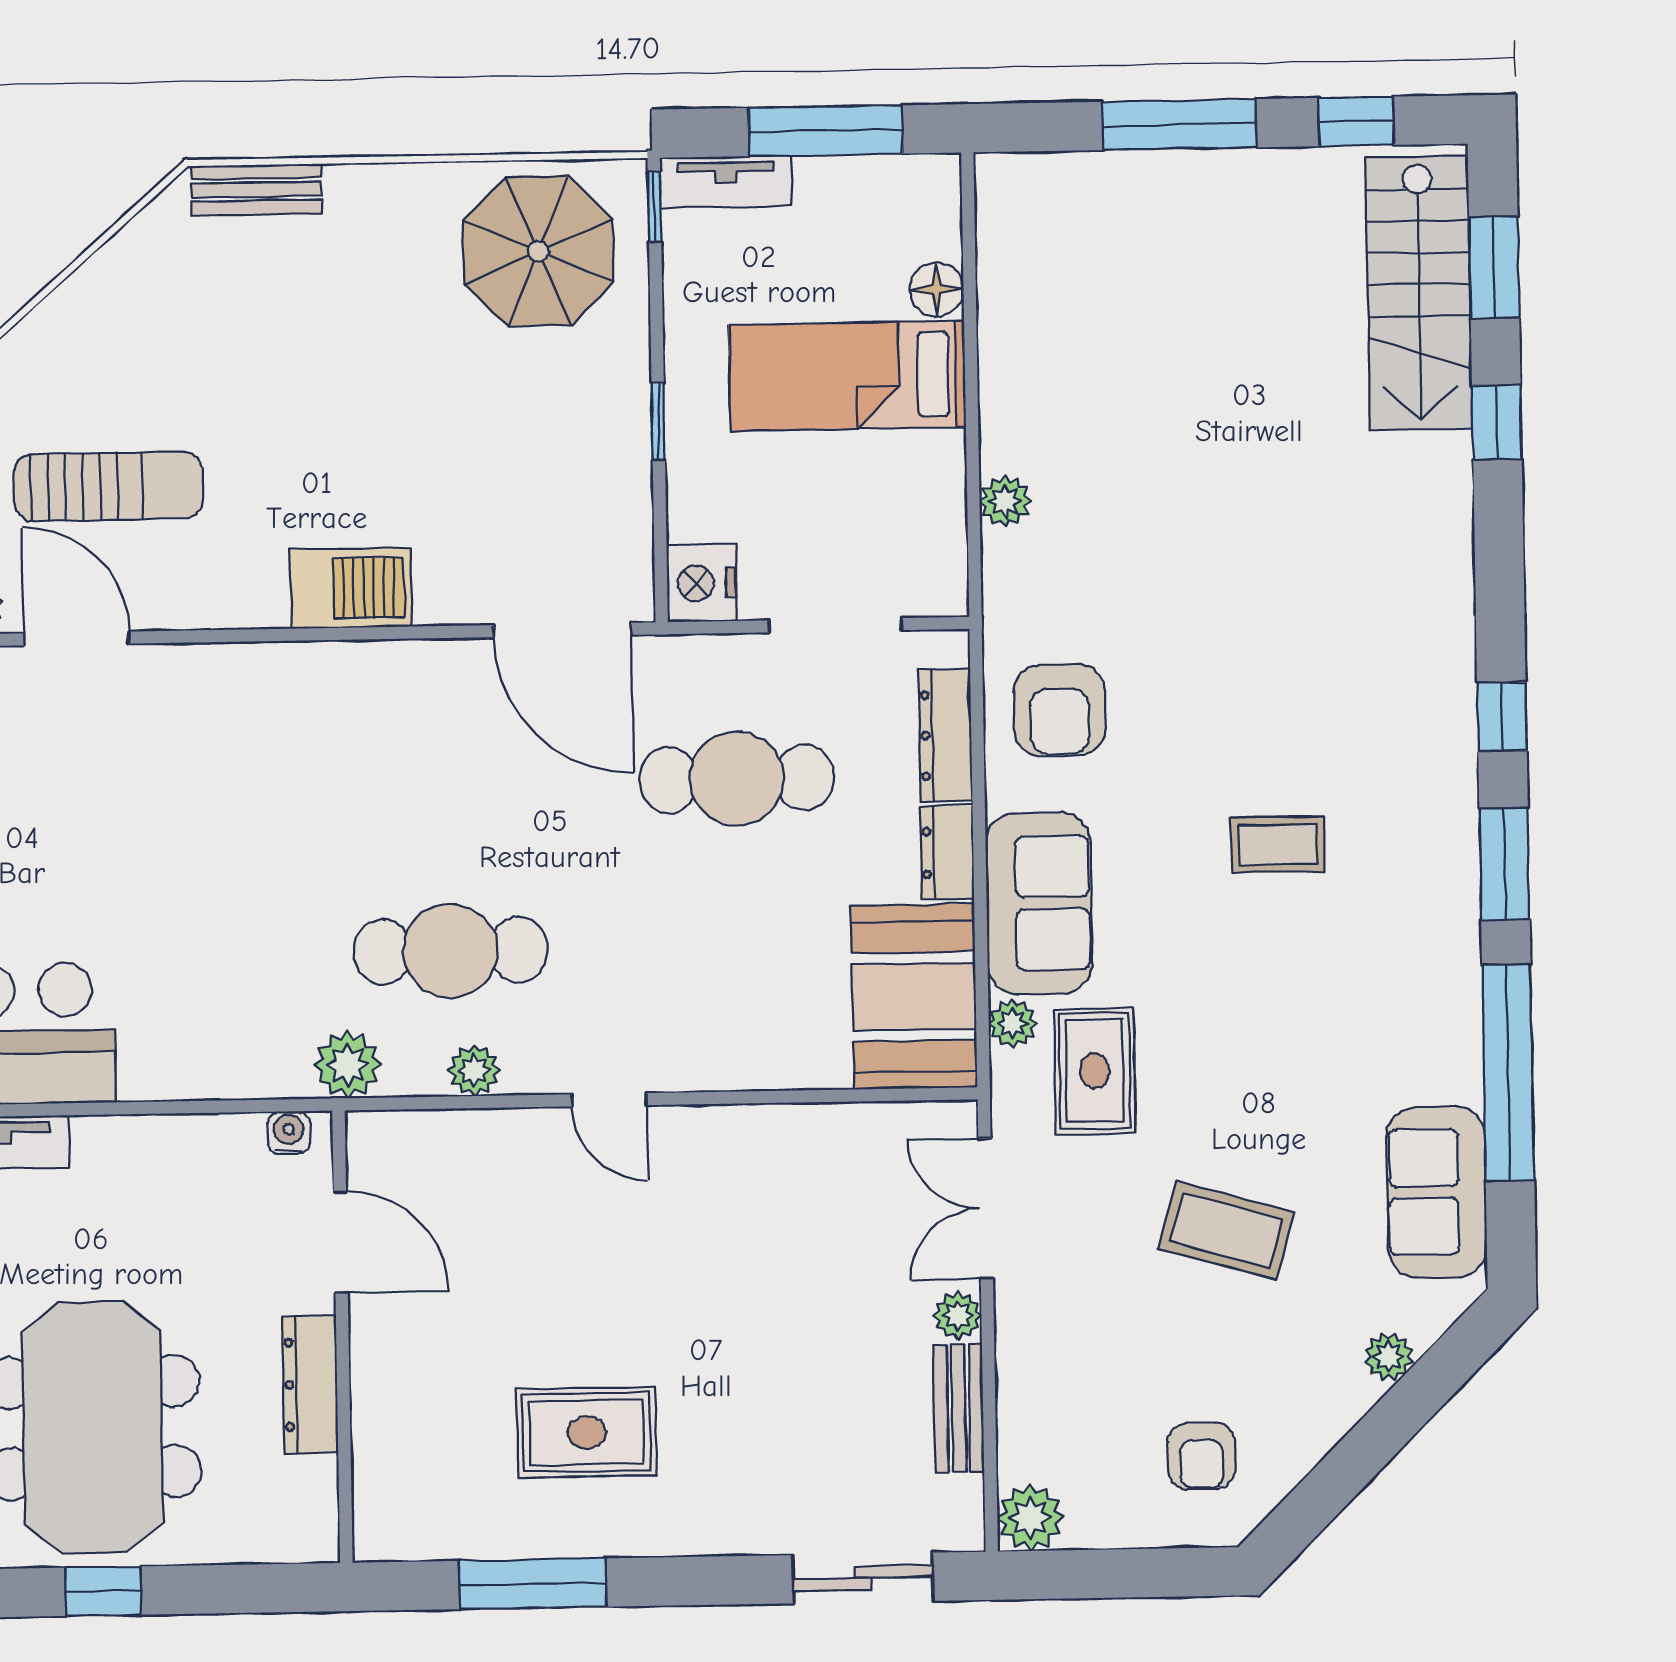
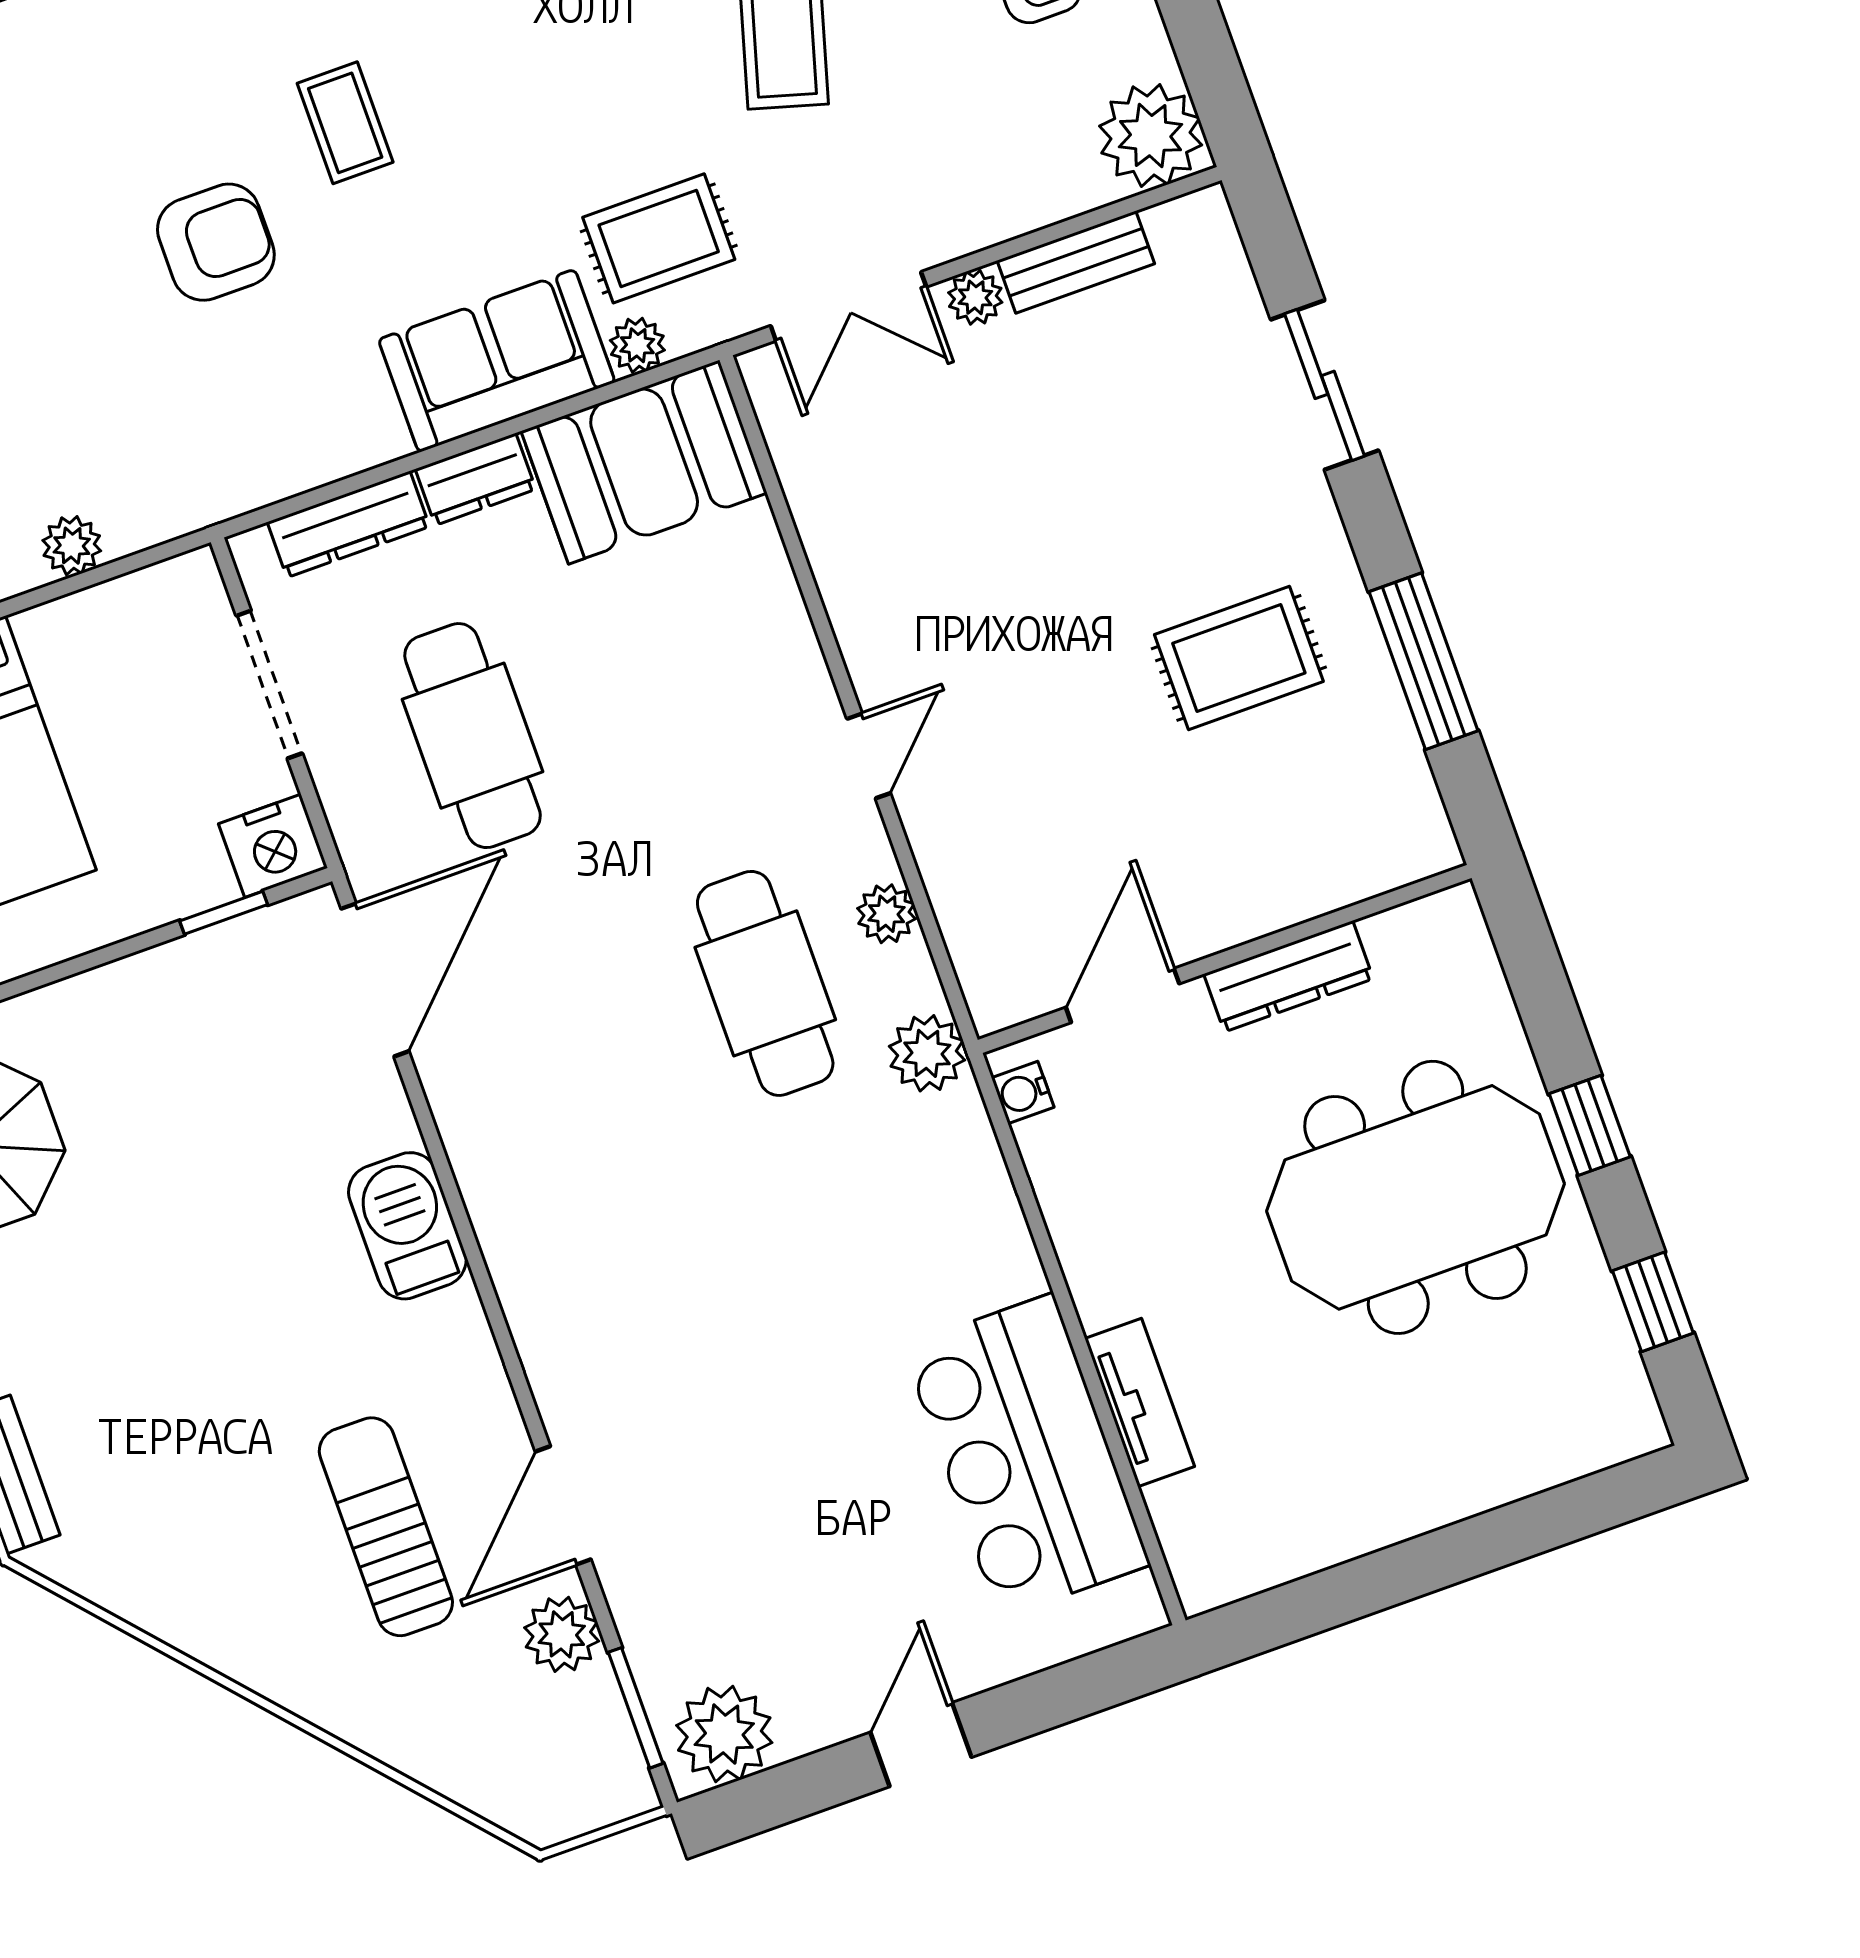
window: (658, 422) -> (224, 913), moved
armchair: (1060, 710) -> (216, 242), moved
rug: (587, 1432) -> (1239, 658), turned 90
plant: (1030, 1518) -> (1151, 136), width x1.36, depth x1.36
sliding door: (863, 1578) -> (1325, 385), moved

